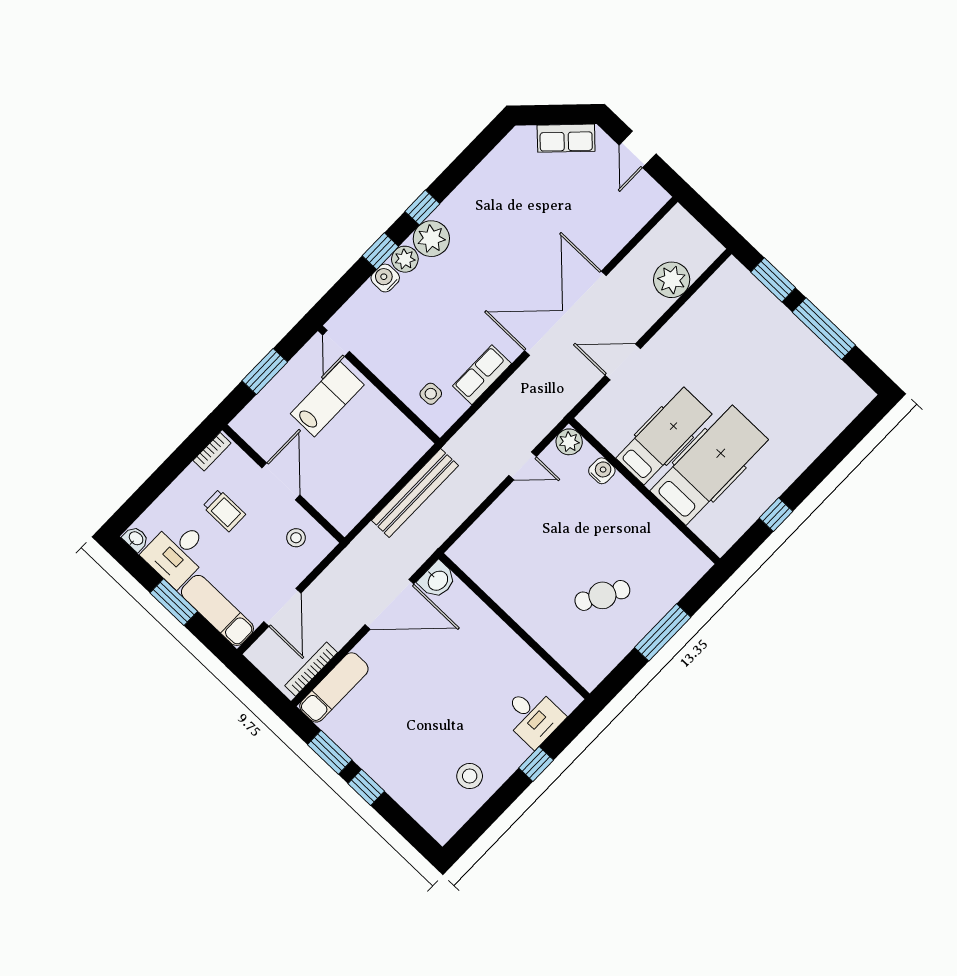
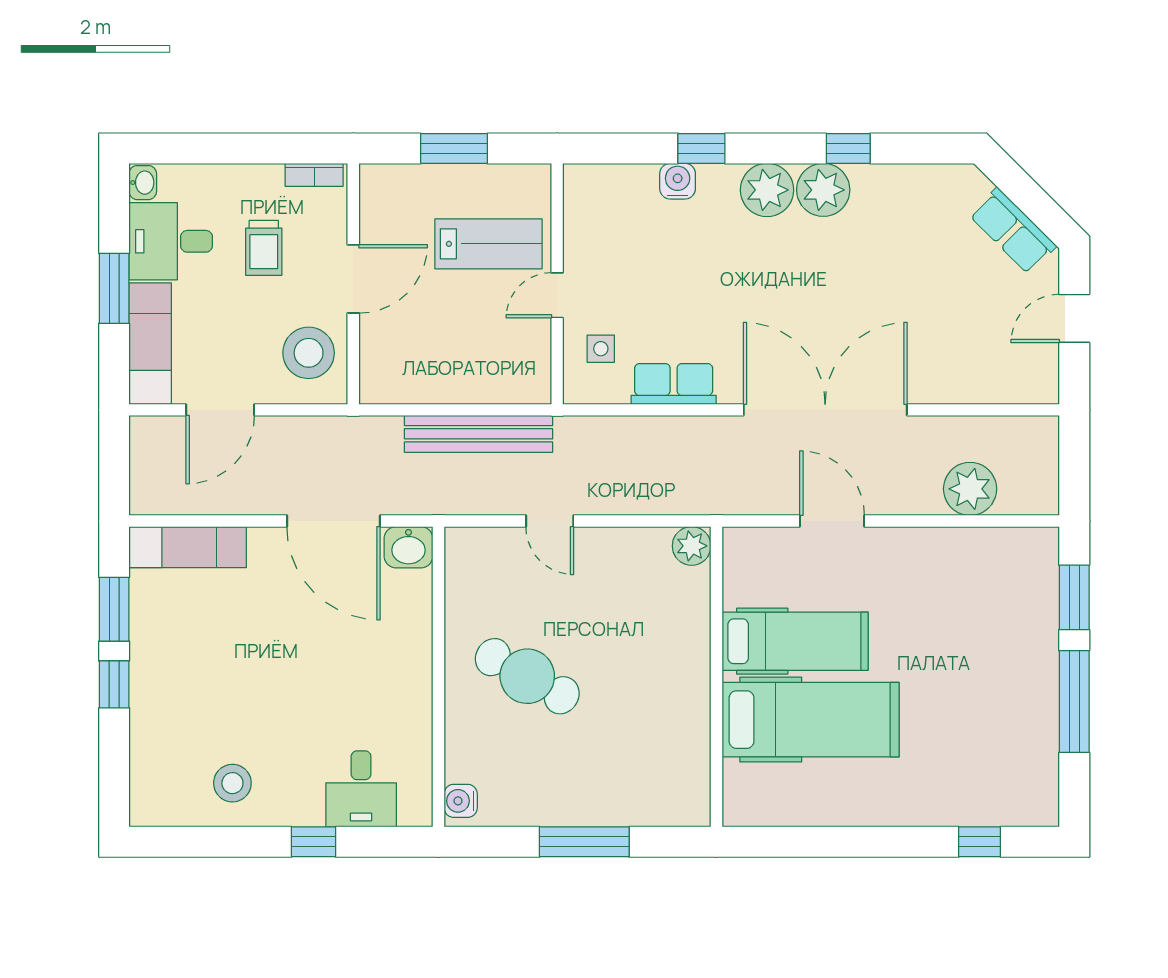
window: (422, 208) -> (848, 148), moved
plant: (405, 259) -> (823, 190), moved, width x1.36, depth x1.36
door: (336, 343) -> (557, 295), moved
door: (523, 466) -> (550, 521), moved
water cooler: (602, 471) -> (461, 801), moved, turned 180
window: (776, 515) -> (979, 842), moved
stool: (296, 538) -> (309, 353), width x1.89, depth x1.89
cafe table: (602, 595) -> (527, 676), moved, width x1.37, depth x1.35
bookcase: (311, 669) -> (184, 504), removed

